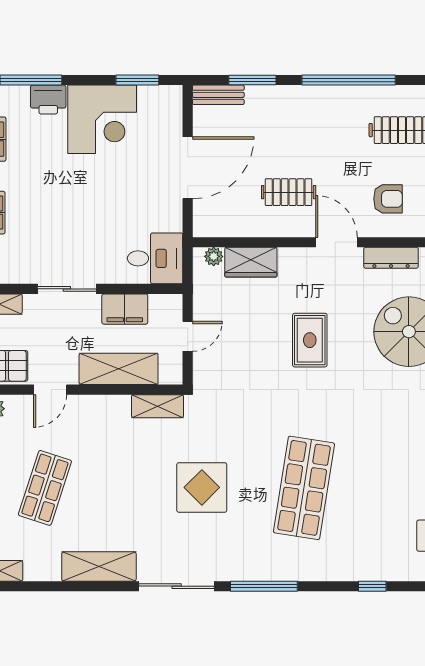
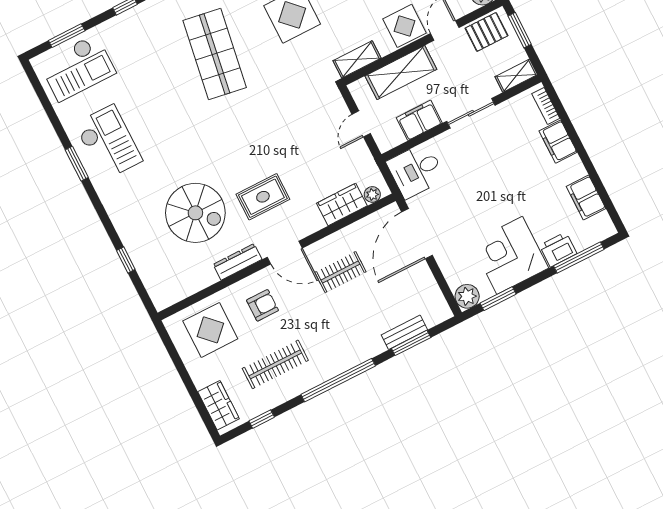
bench: (218, 95) -> (404, 332), moved
plant: (169, 99) -> (467, 296), added
door: (188, 168) -> (417, 234), moved
armchair: (388, 199) -> (263, 305), turned 180
rug: (310, 340) -> (263, 197), moved, turned 90
display table: (90, 416) -> (405, 26), added

